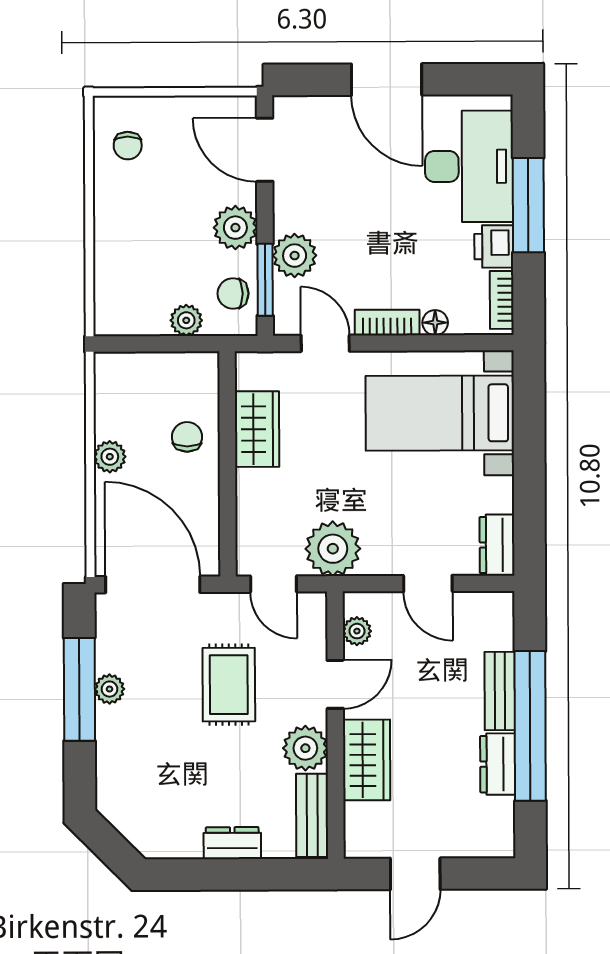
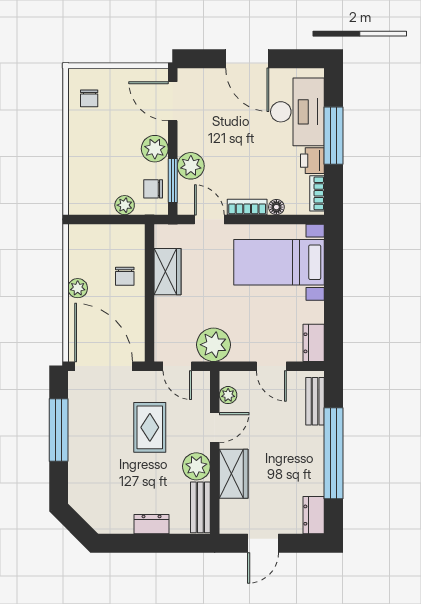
chair: (187, 437) -> (125, 276), turned 180
plant: (110, 689) -> (77, 430), removed
bench: (500, 691) -> (315, 401), moved
dresser: (498, 764) -> (314, 515), moved

